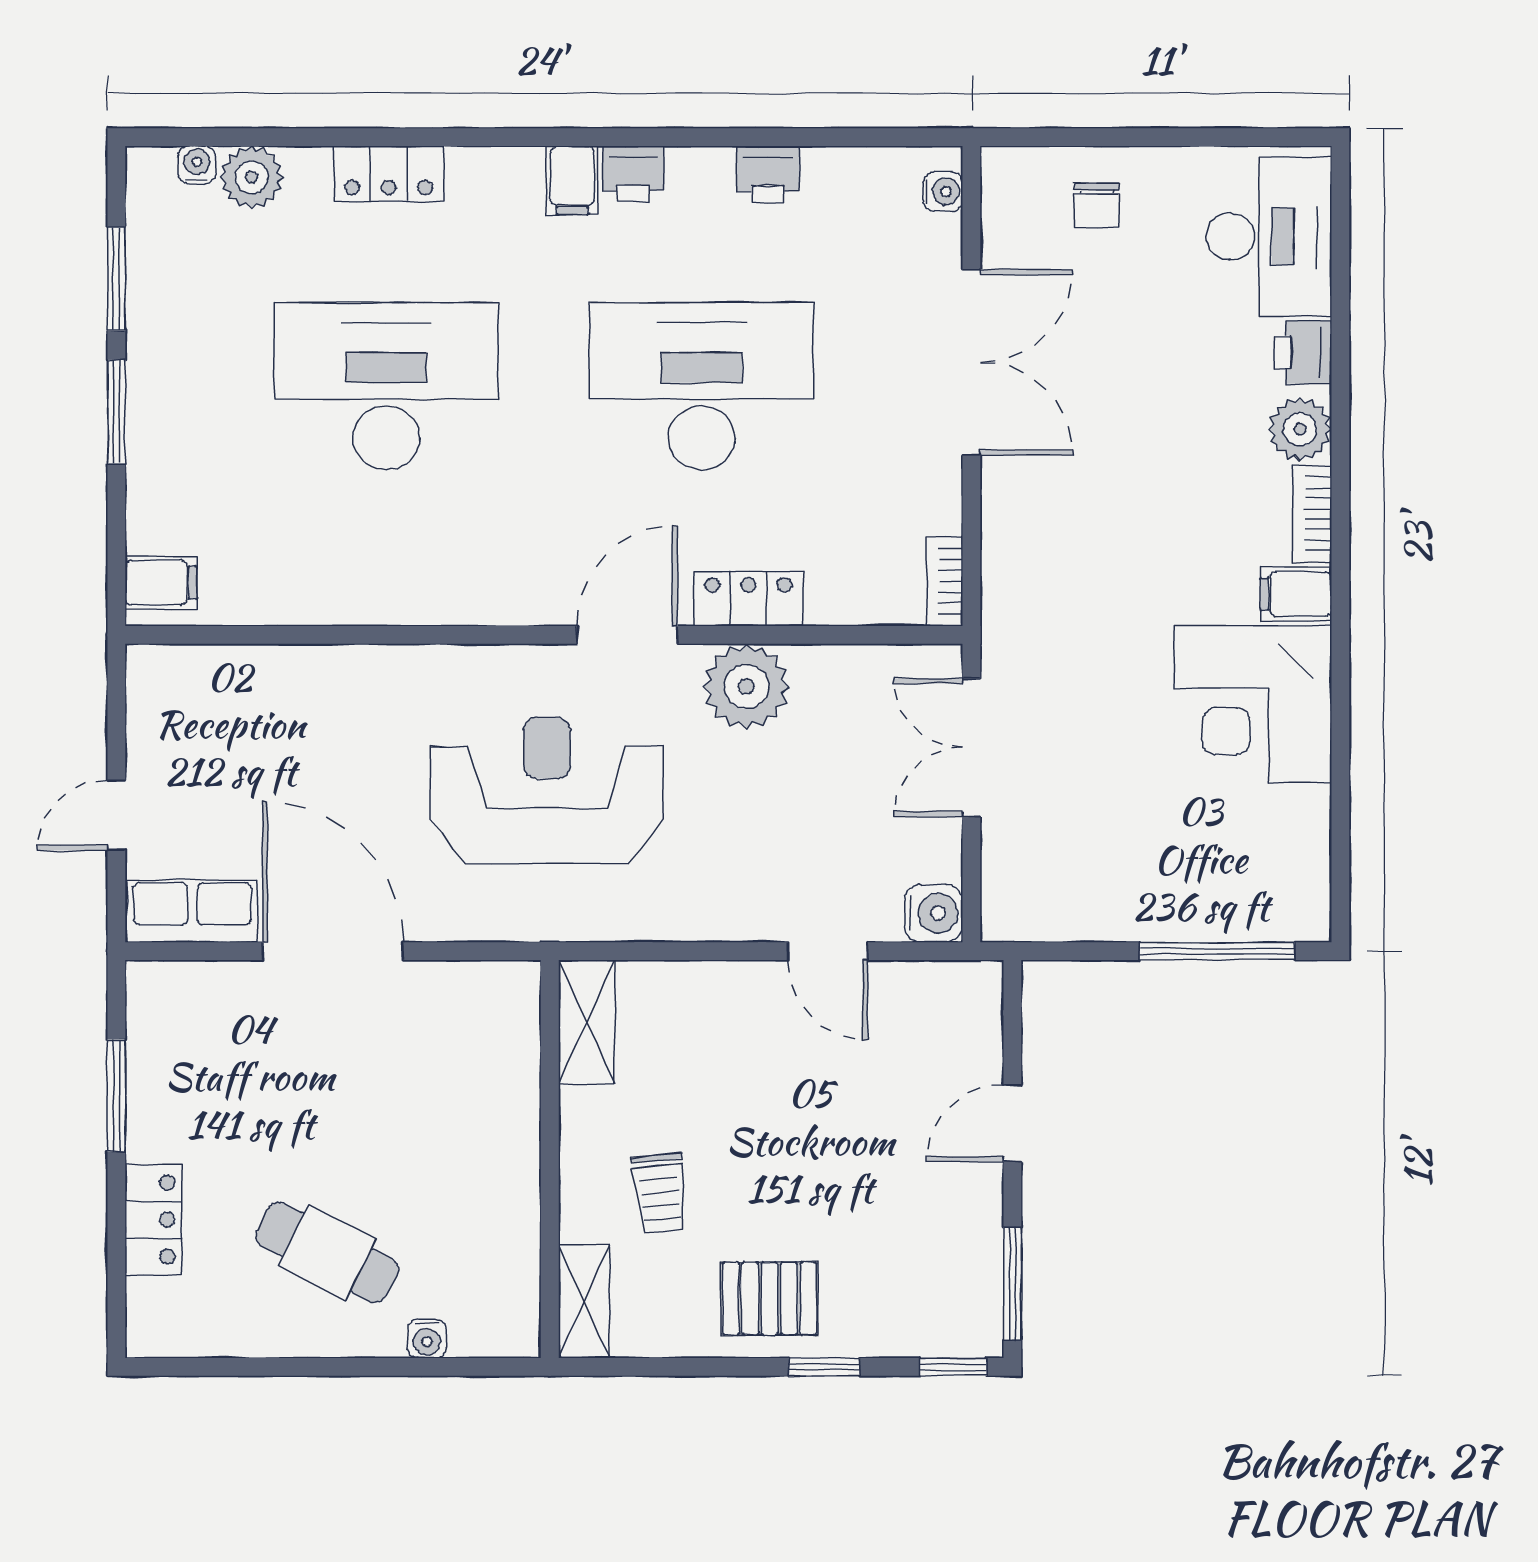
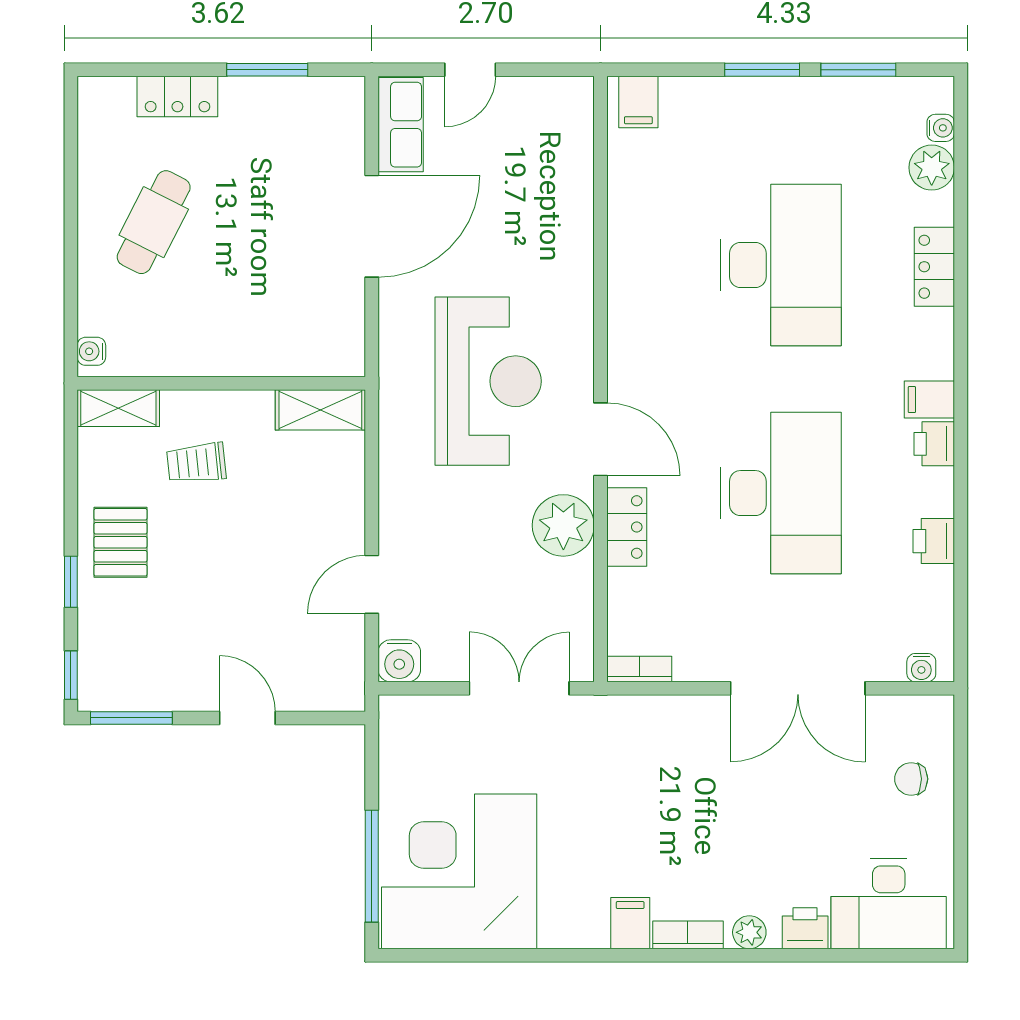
plant: (1300, 429) -> (749, 932), width x0.73, depth x0.73
corner desk: (1253, 704) -> (459, 871), moved, width x1.36, depth x1.36
door: (116, 815) -> (470, 70), swing flipped
water cooler: (427, 1339) -> (91, 351), moved

